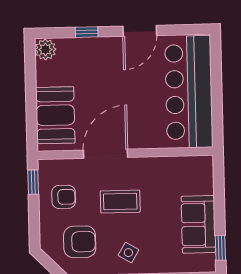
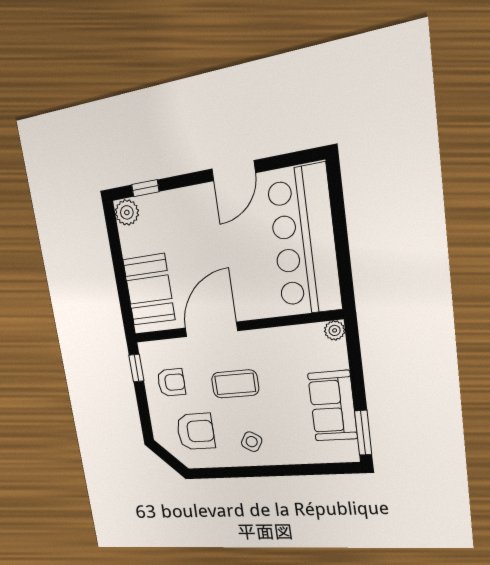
window: (87, 32) -> (145, 188), moved
plant: (205, 163) -> (335, 330), added
window: (220, 248) -> (363, 433), width x1.50

